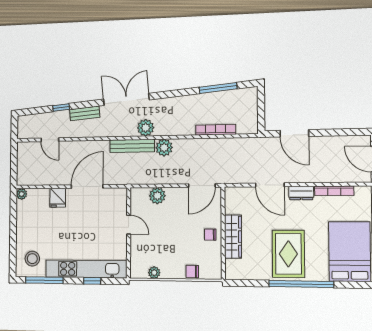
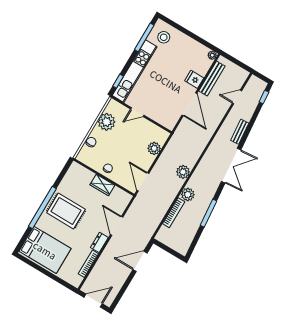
window: (218, 88) -> (208, 213), moved
window: (61, 108) -> (264, 97), moved
plant: (146, 128) -> (188, 194), moved
bench: (132, 146) -> (212, 79), moved
door: (270, 185) -> (117, 226), hinge flipped
door: (129, 225) -> (137, 112), moved
wardrobe: (233, 237) -> (102, 185), width x0.67
plant: (154, 273) -> (107, 122), width x1.88, depth x1.88
window: (92, 281) -> (118, 81), moved

